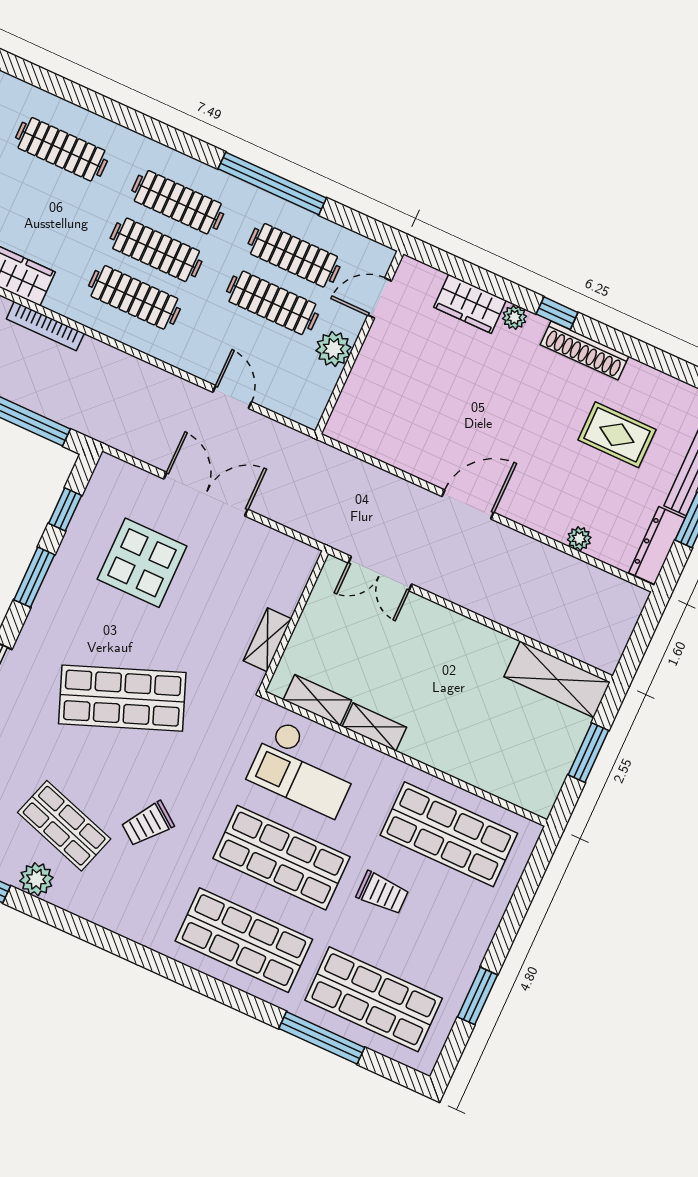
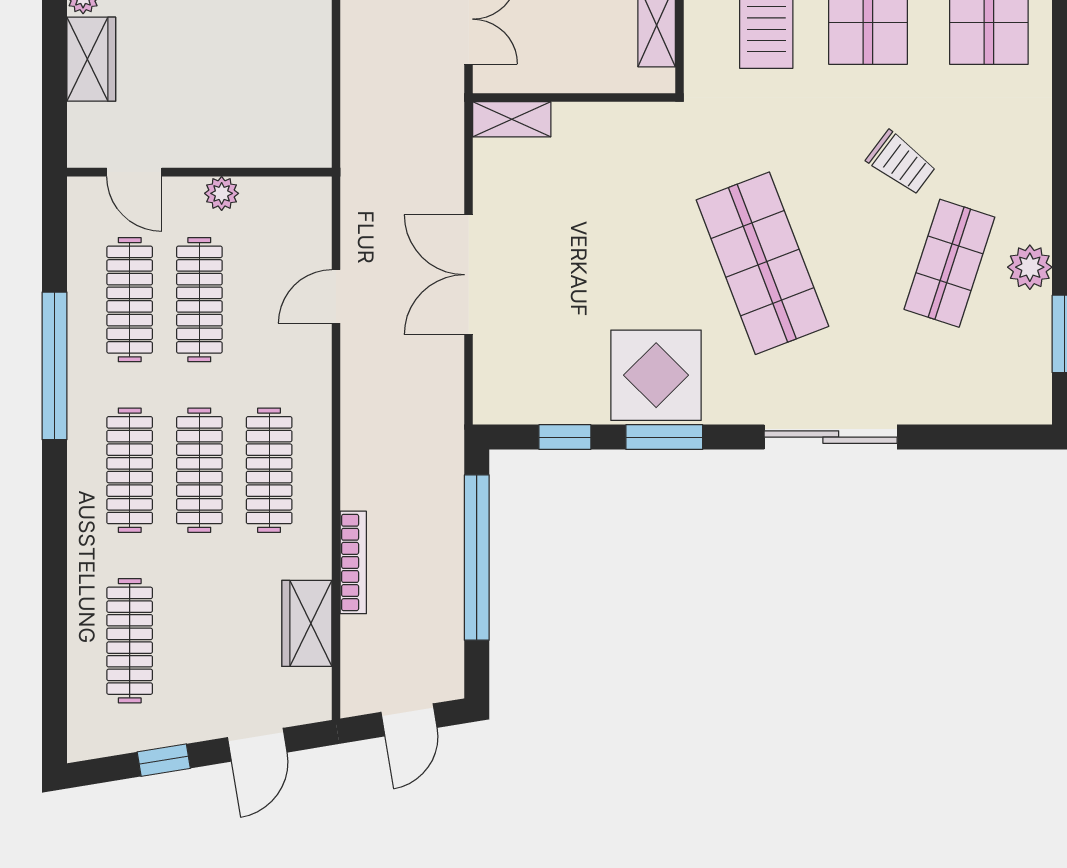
plant: (334, 349) -> (222, 193), width x0.73, depth x0.73
display table: (142, 563) -> (656, 375), moved
shelving: (267, 640) -> (512, 119), moved

